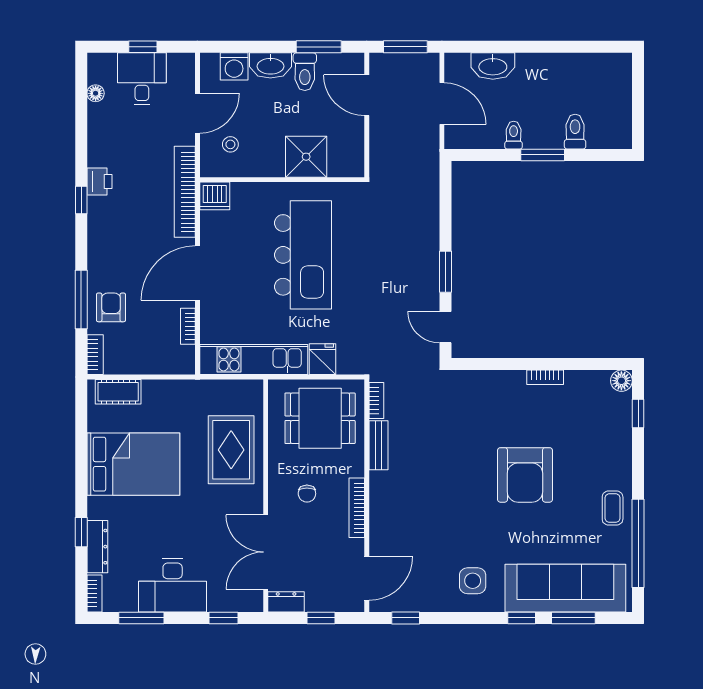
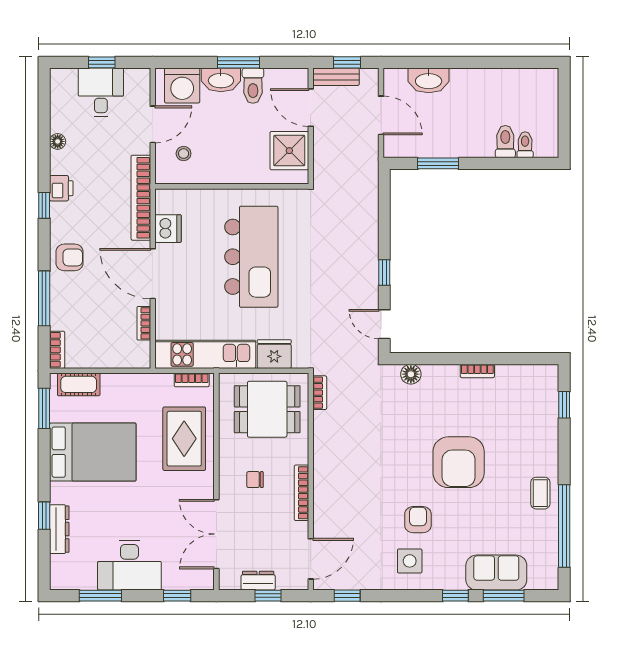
window: (319, 47) -> (238, 62), moved
window: (405, 47) -> (347, 62), width x0.67
washing machine: (234, 66) -> (182, 85), width x1.37, depth x1.37
floor lamp: (96, 93) -> (58, 141), moved
toilet: (514, 135) -> (525, 145), moved
window: (543, 155) -> (438, 163), moved
shower: (306, 157) -> (289, 151), moved
dishwasher: (215, 196) -> (168, 229), moved, turned -90
window: (445, 272) -> (384, 272), width x0.67
door: (197, 273) -> (153, 274), hinge flipped
armchair: (111, 307) -> (70, 257), moved, turned 90
fridge: (323, 359) -> (274, 354), width x1.38
floor lamp: (621, 381) -> (411, 374), moved
window: (81, 417) -> (44, 408), added
bench: (378, 445) -> (336, 77), moved, turned 90
chair: (307, 494) -> (255, 480), turned 90
armchair: (481, 536) -> (418, 520), added
sofa: (565, 588) -> (496, 573), width x0.54, depth x0.79
bookcase: (94, 593) -> (192, 380), moved, turned 90
dresser: (286, 602) -> (258, 581), moved

